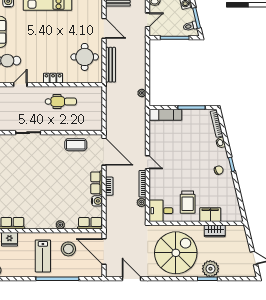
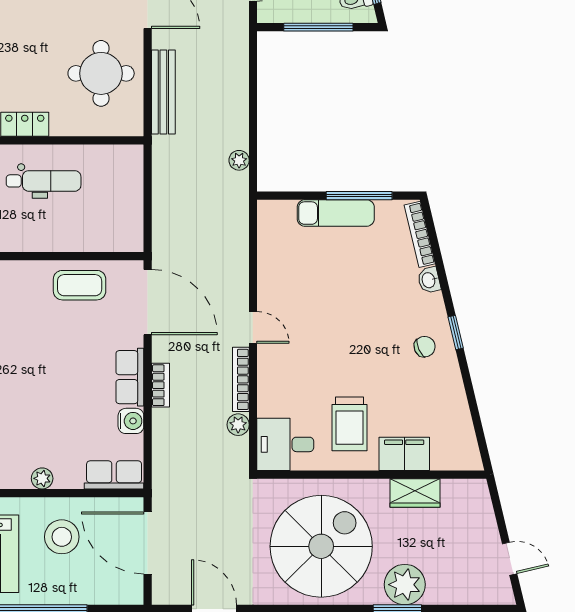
exam couch: (166, 115) -> (336, 213), moved

